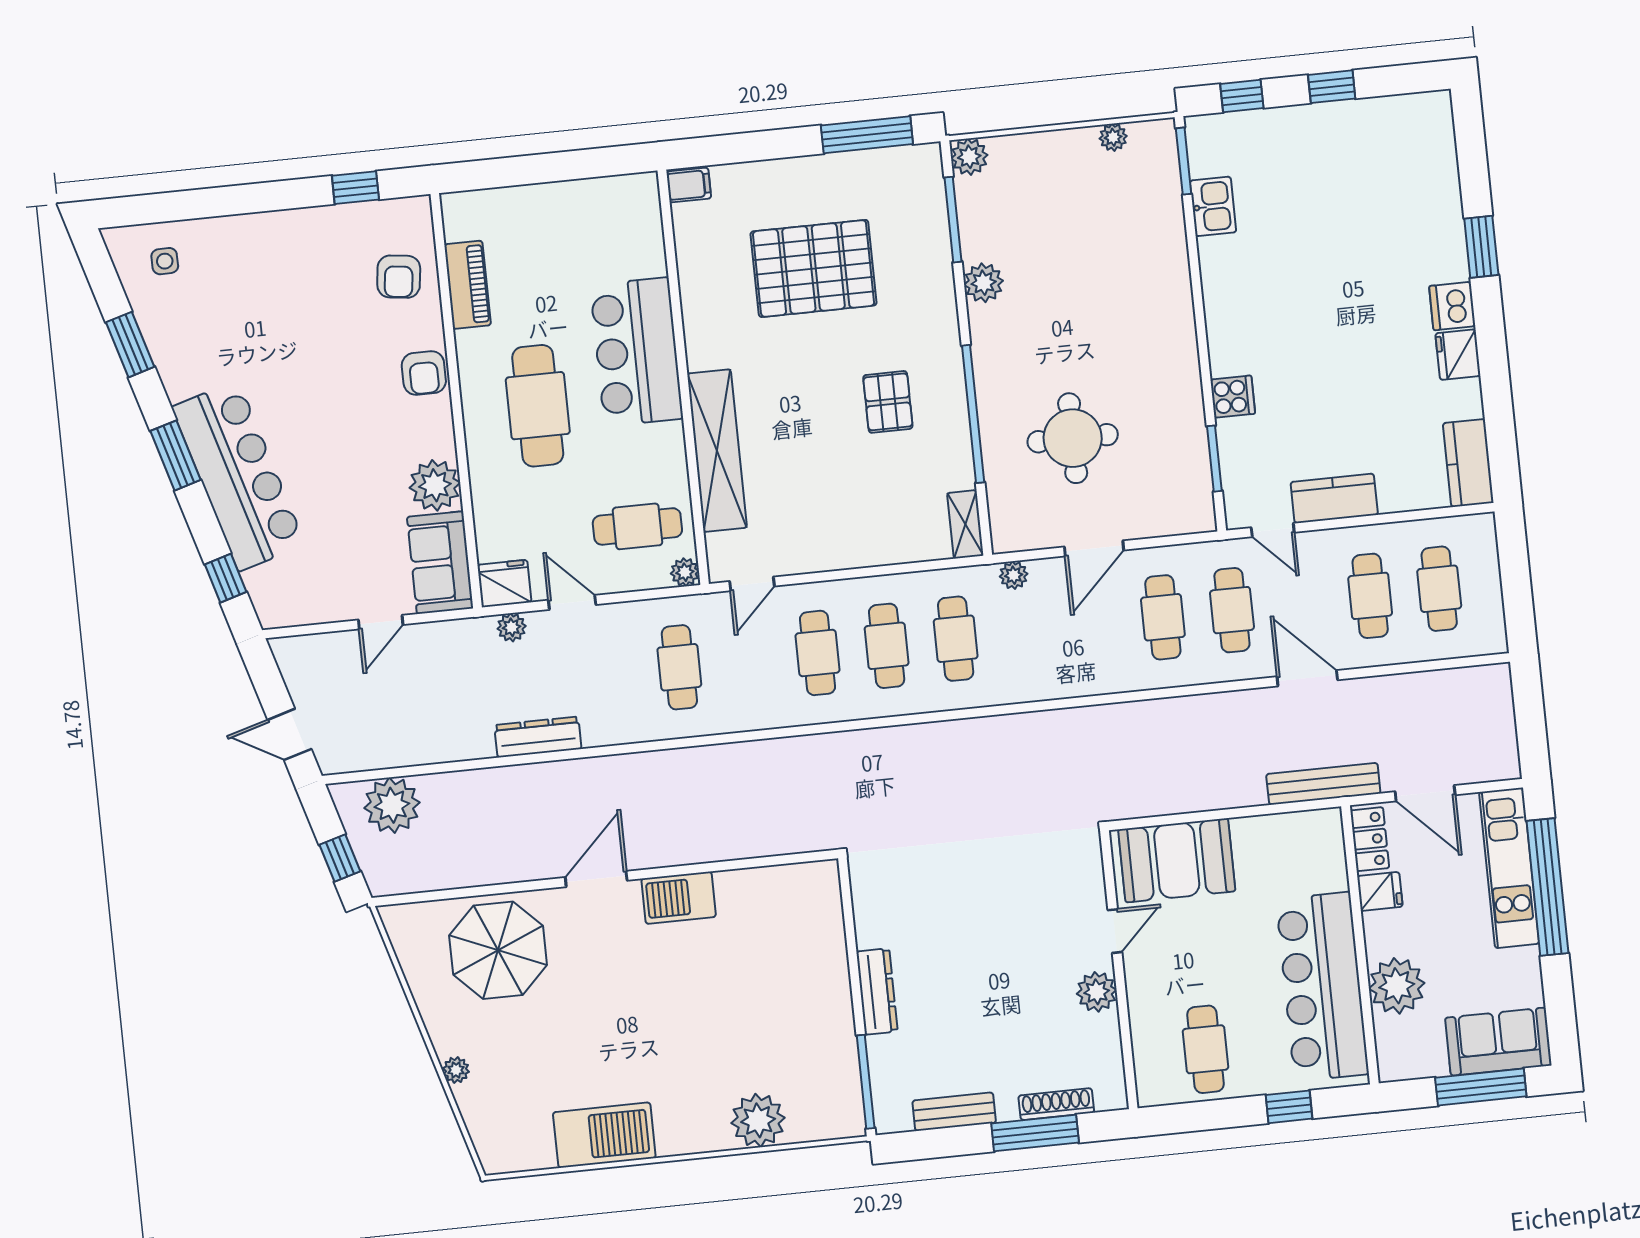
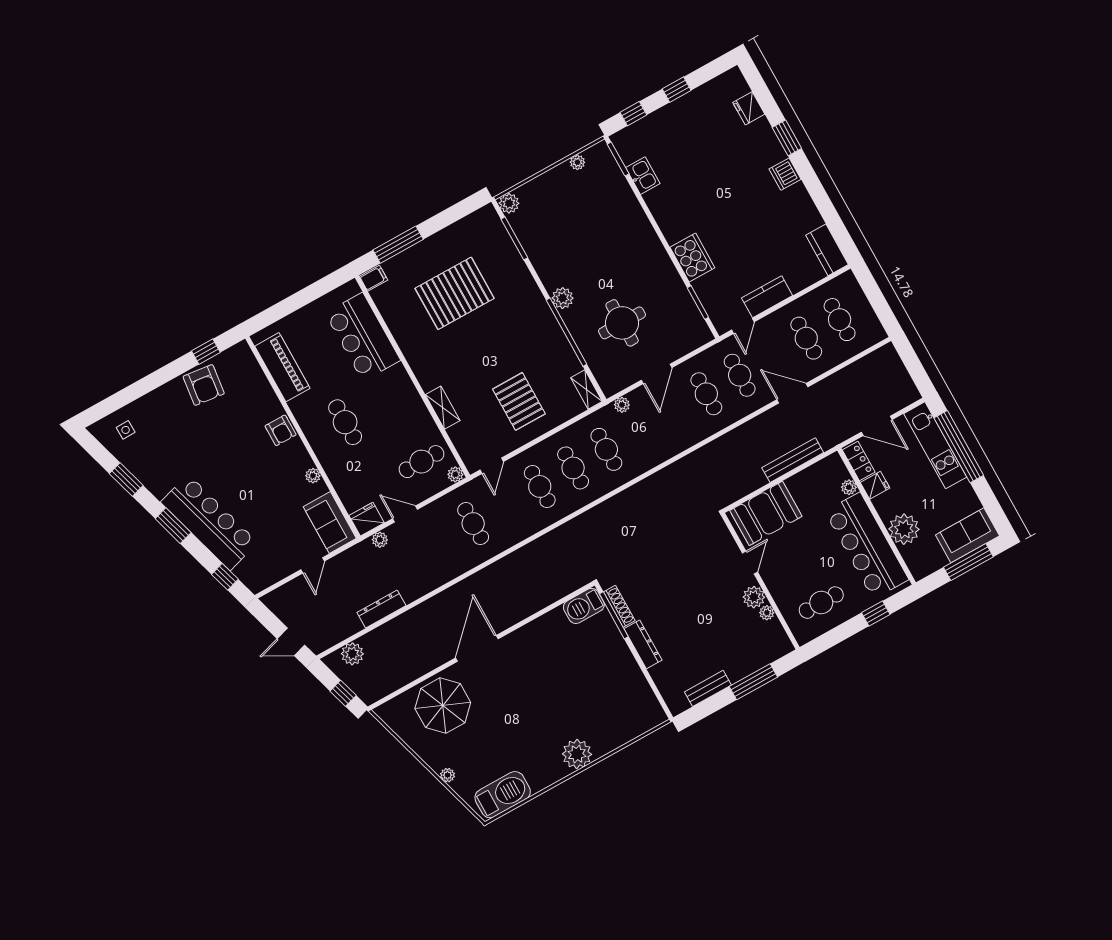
window: (867, 135) -> (398, 245), moved
armchair: (399, 277) -> (204, 385), moved, width x1.38, depth x1.38
plant: (984, 283) -> (563, 298), moved
piano: (468, 285) -> (282, 367), width x1.37, depth x1.33
bar counter: (637, 352) -> (363, 337), moved
fridge: (1458, 355) -> (749, 108), moved
cooker: (1233, 397) -> (692, 257), width x1.87, depth x1.31
pallet: (888, 402) -> (519, 401), moved, width x1.50, depth x1.42
cafe table: (538, 406) -> (345, 422), width x0.73, depth x0.74
shelving: (717, 451) -> (443, 408), width x0.45, depth x0.75
plant: (435, 485) -> (313, 476), width x0.53, depth x0.53
door: (1273, 530) -> (743, 326), hinge flipped
dresser: (538, 737) -> (381, 609), moved
bench: (1323, 784) -> (793, 460), moved
plant: (392, 805) -> (352, 654), width x0.73, depth x0.73
plant: (1335, 876) -> (849, 487), added
door: (596, 879) -> (477, 648), width x1.36
barbecue: (679, 898) -> (584, 606), moved
plant: (1107, 1027) -> (767, 613), added
cafe table: (1205, 1049) -> (821, 603), turned 90
window: (866, 1082) -> (614, 615), moved
shoe rack: (1056, 1104) -> (619, 606), moved, turned 90
plant: (758, 1120) -> (577, 754), moved
barbecue: (604, 1135) -> (503, 795), moved

